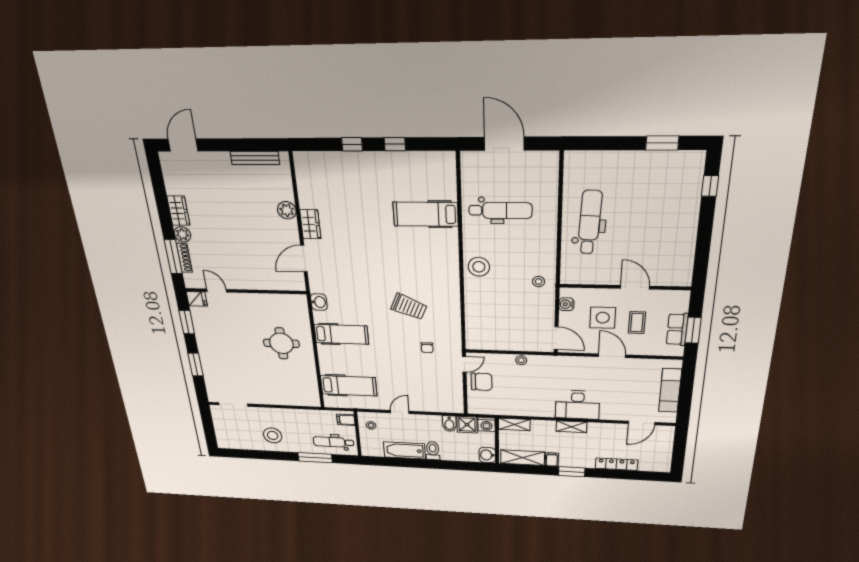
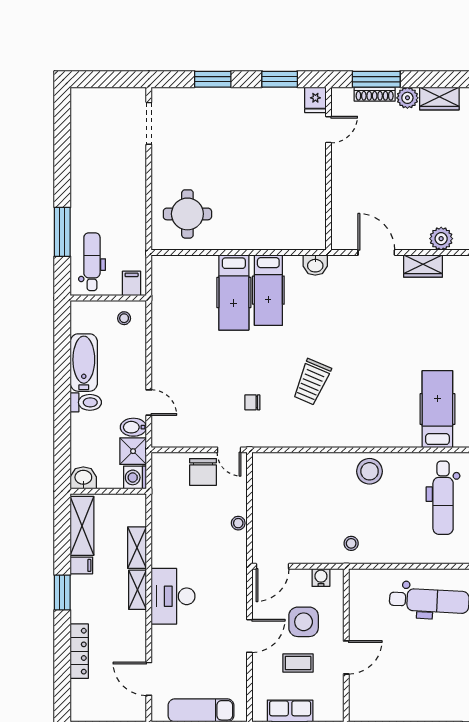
round table: (281, 343) -> (187, 214), moved
hospital bed: (349, 386) -> (234, 292), moved
door: (400, 412) -> (149, 403), moved
shelving: (514, 424) -> (137, 548), moved
stool: (273, 435) -> (98, 173), removed

